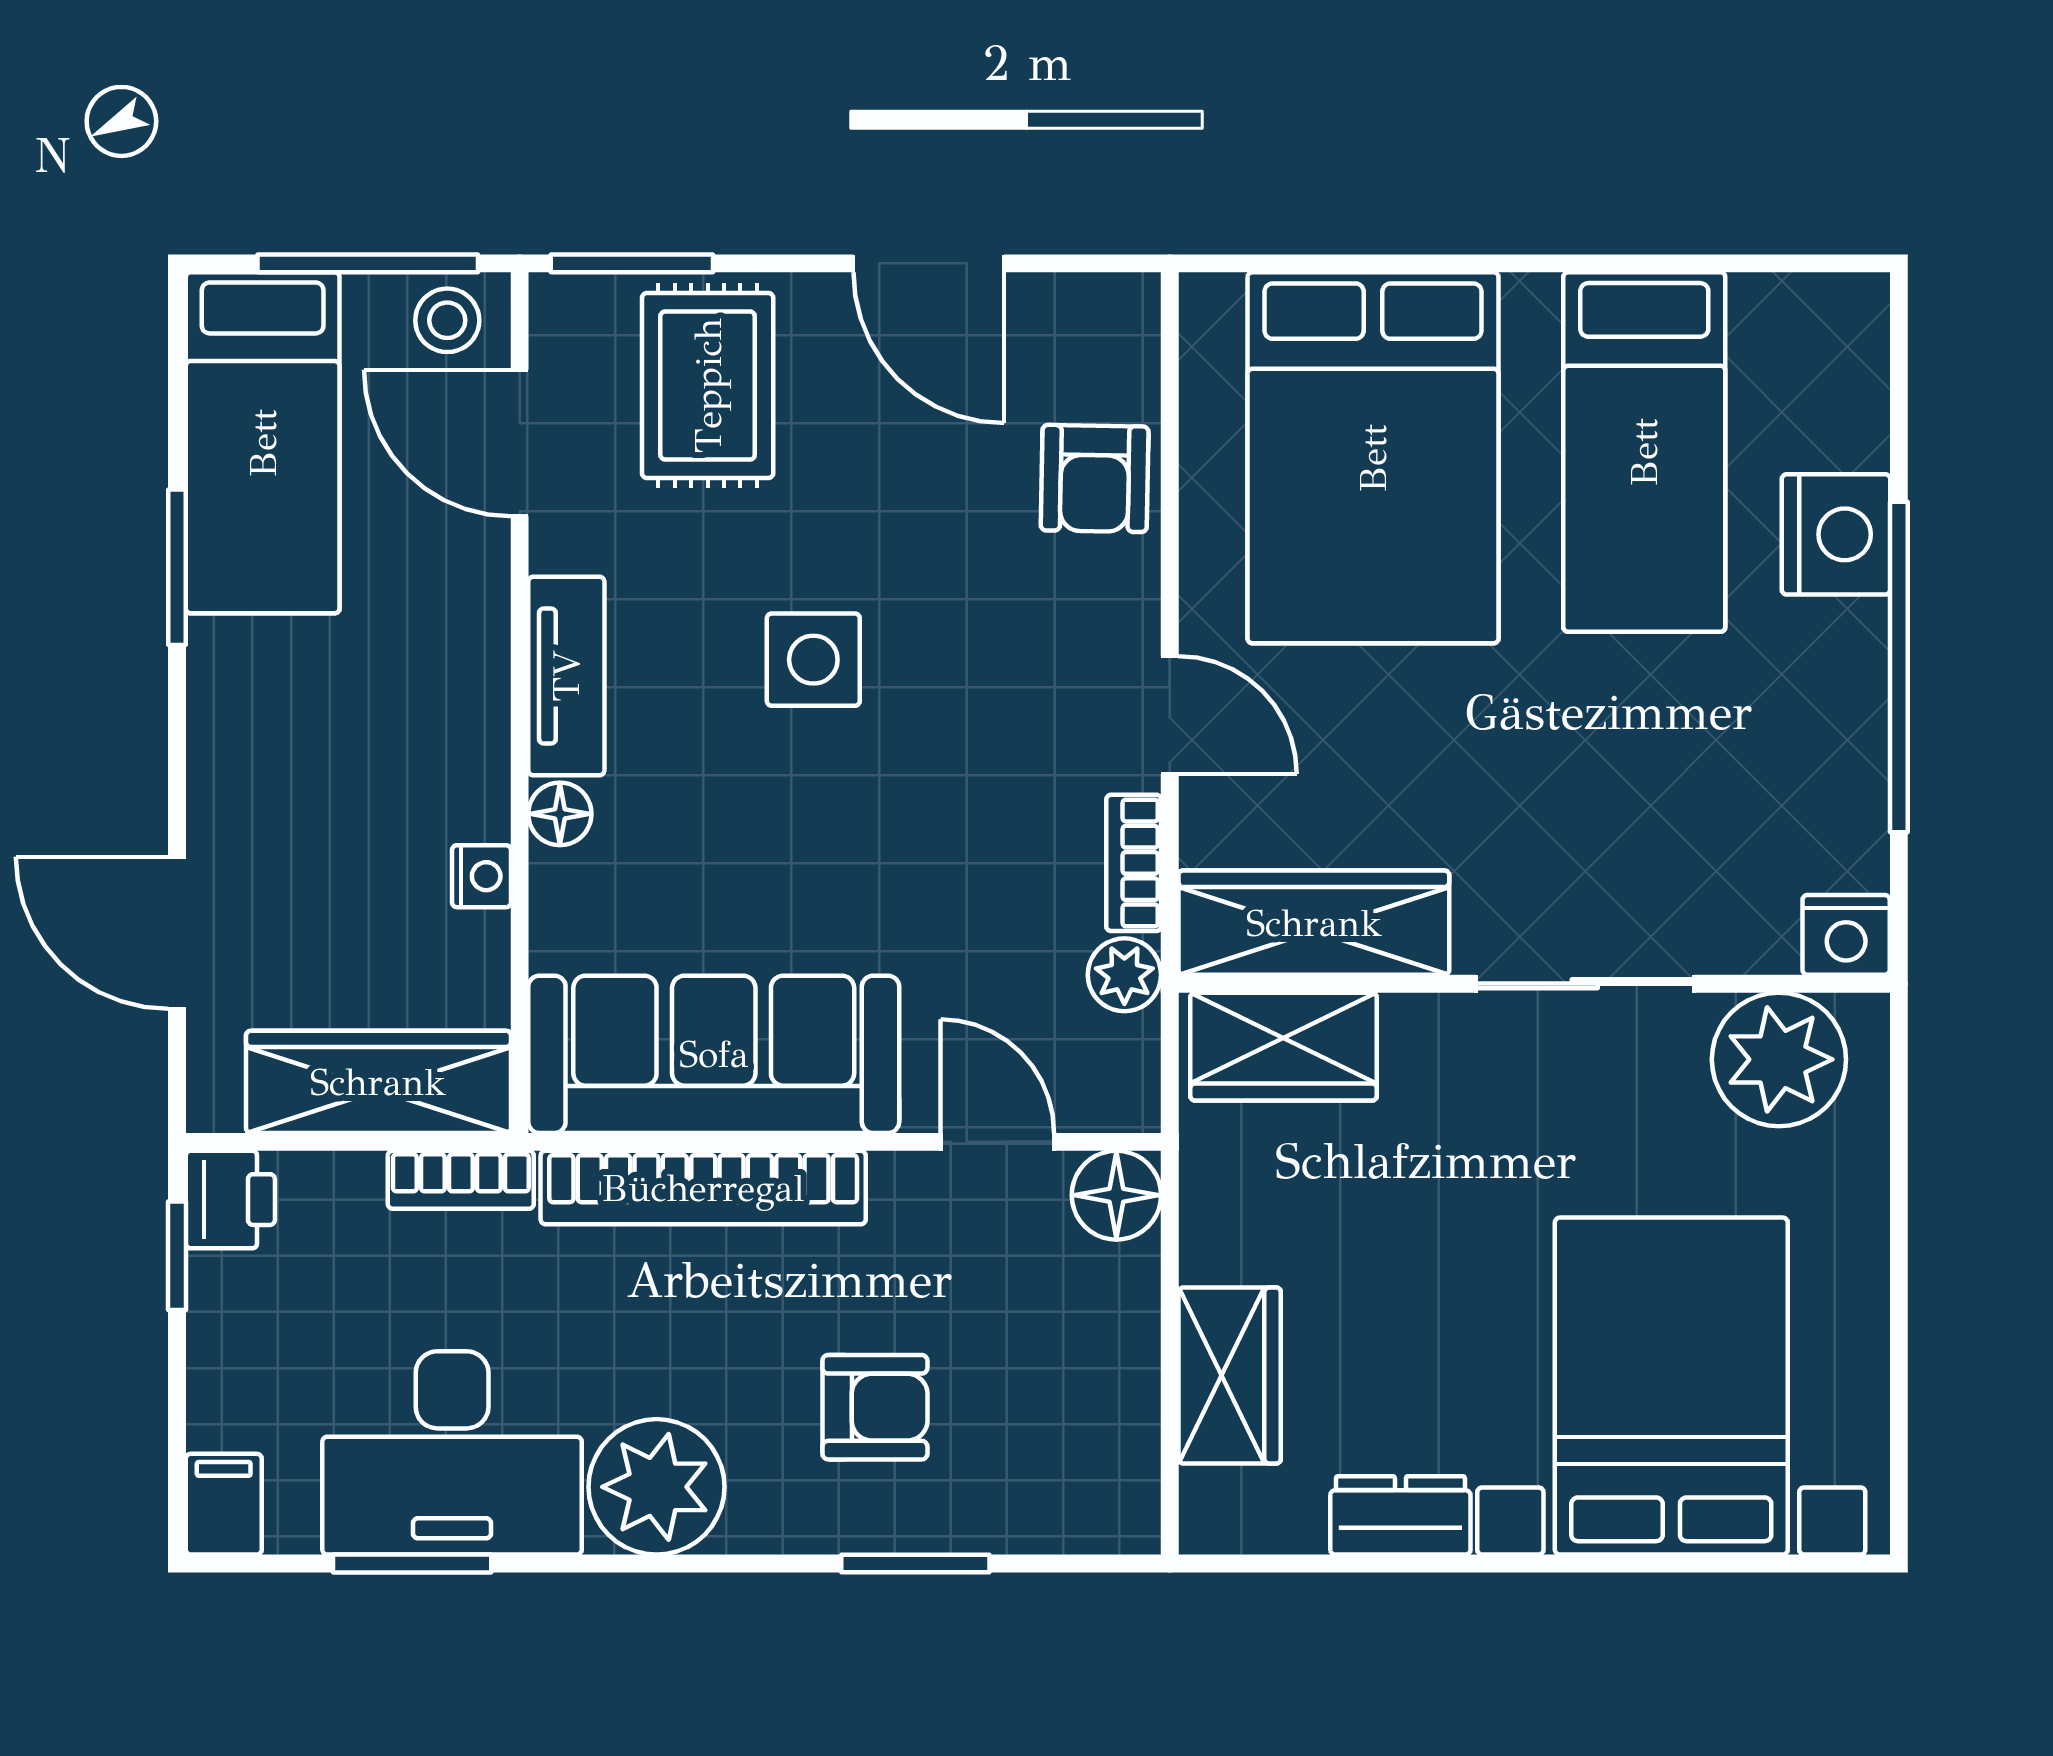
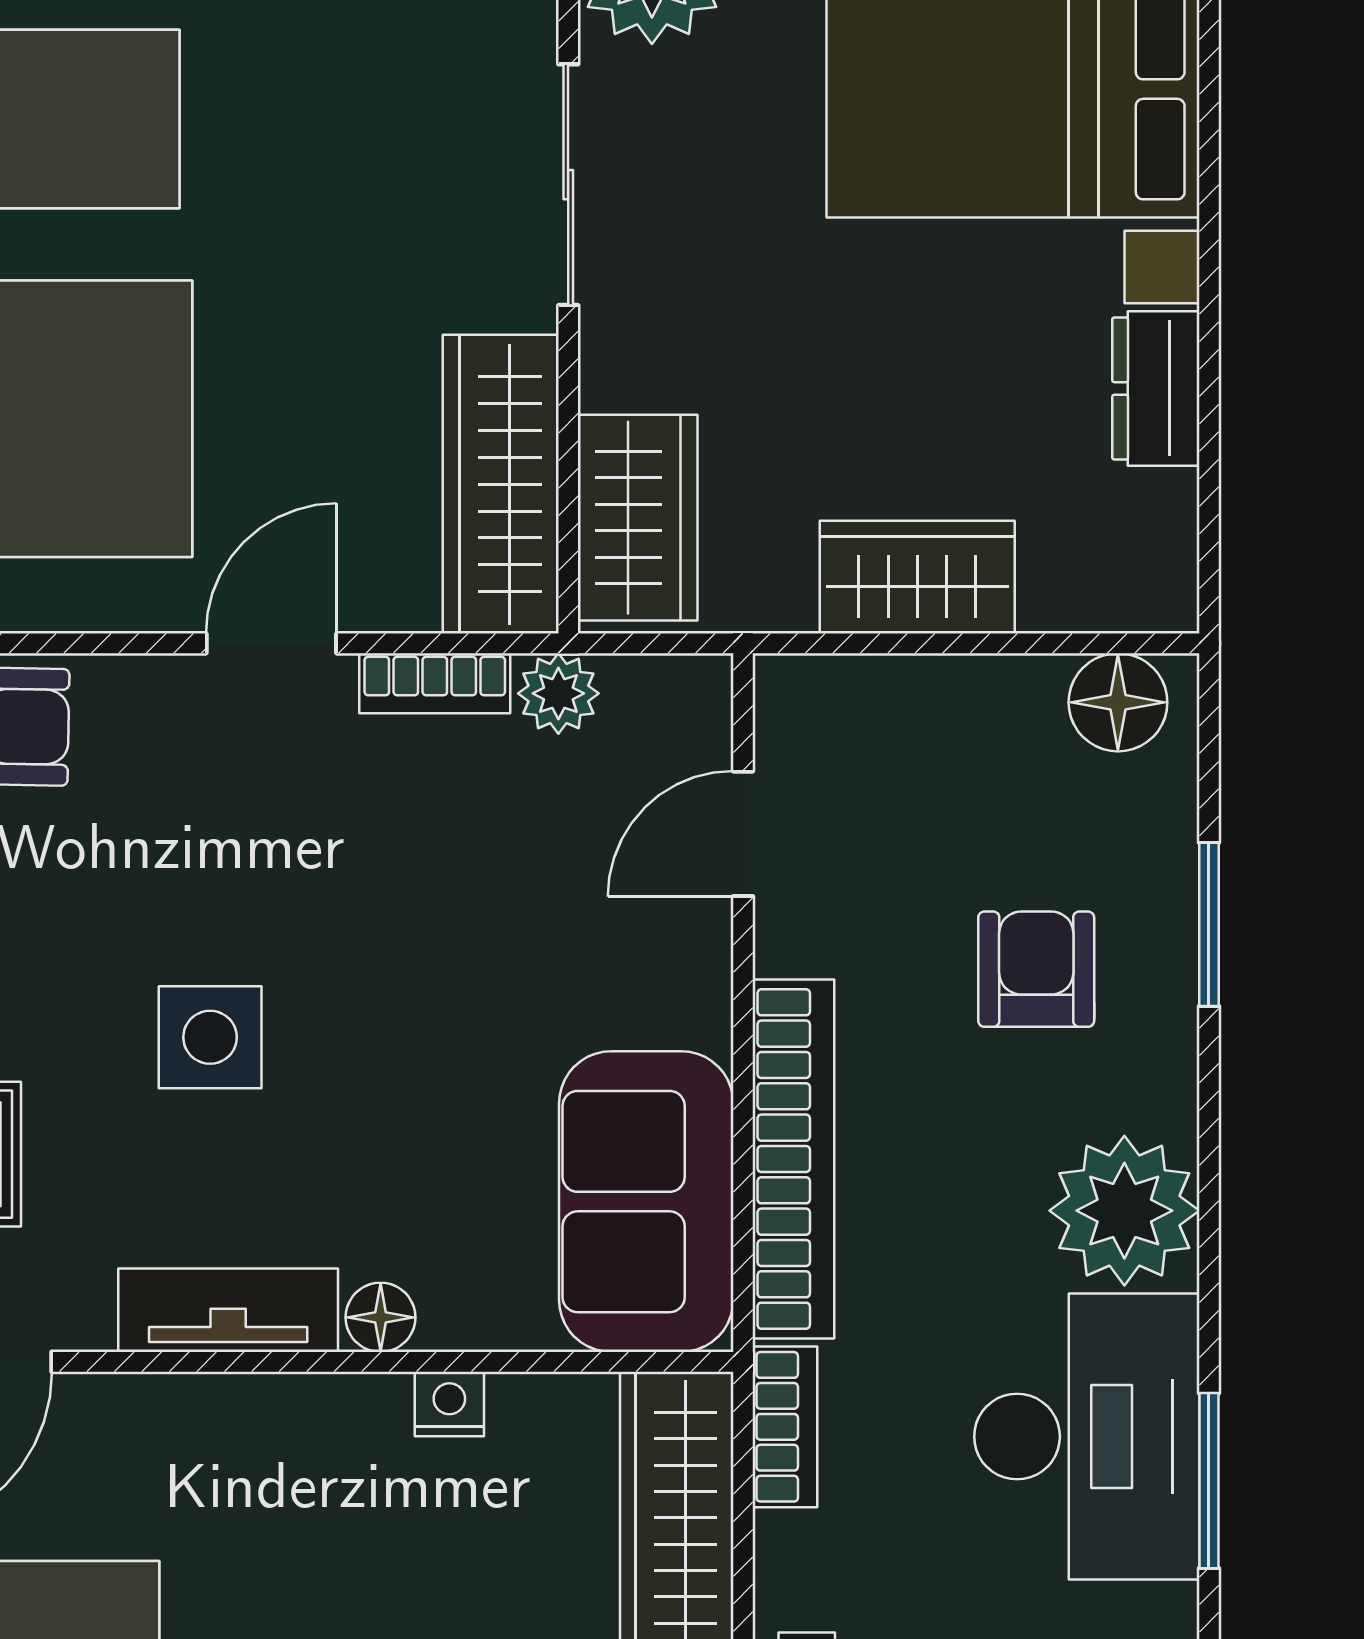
sofa: (714, 1054) -> (646, 1202), width x0.73
floor lamp: (1116, 1195) -> (1118, 702), moved
wardrobe: (1230, 1375) -> (917, 577), moved

